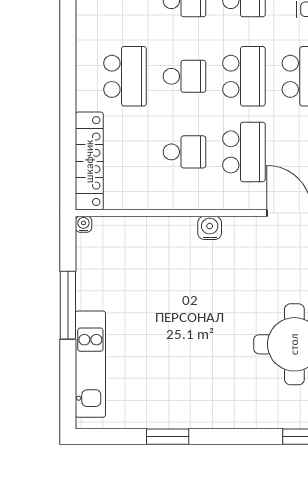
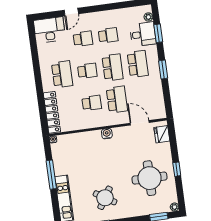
round table: (185, 376) -> (105, 198), added

